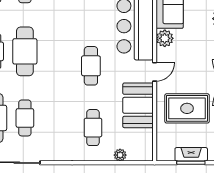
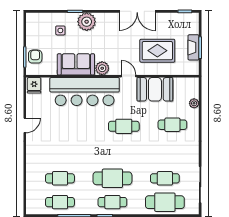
rug: (187, 108) -> (157, 51), turned 90

